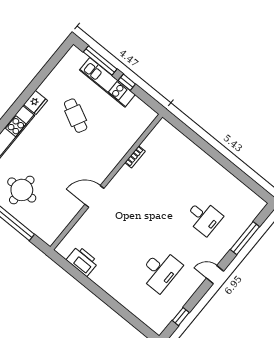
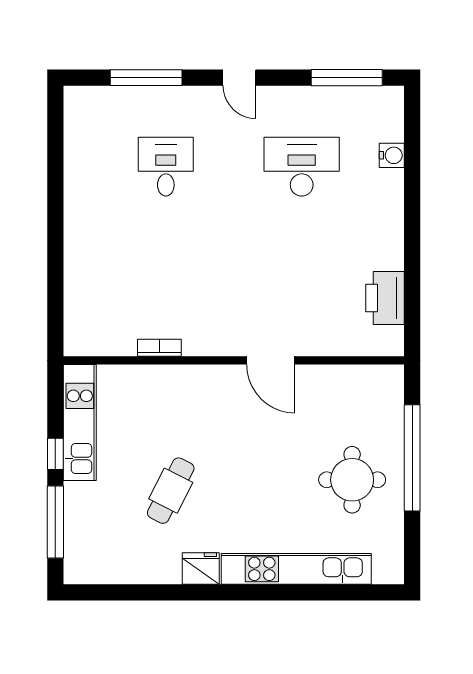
kitchen unit: (107, 82) -> (80, 423), moved
water cooler: (136, 309) -> (392, 155), added
window: (181, 317) -> (347, 78), width x2.17

